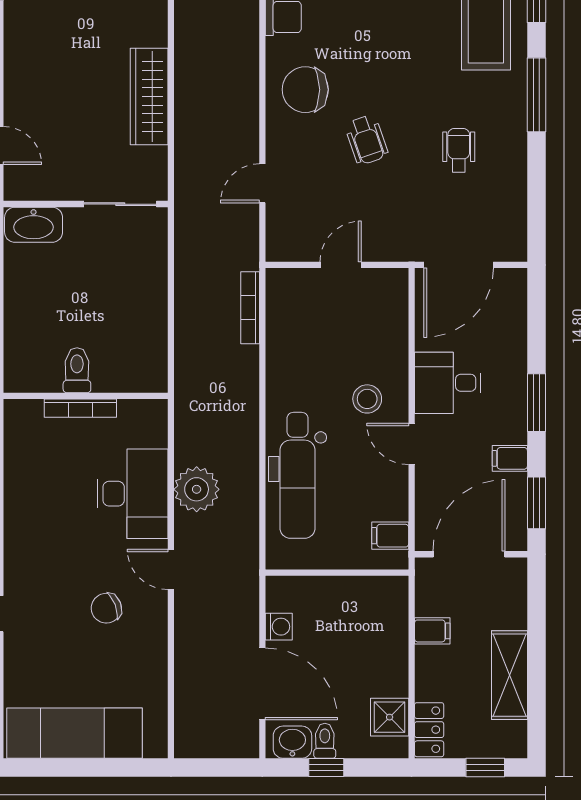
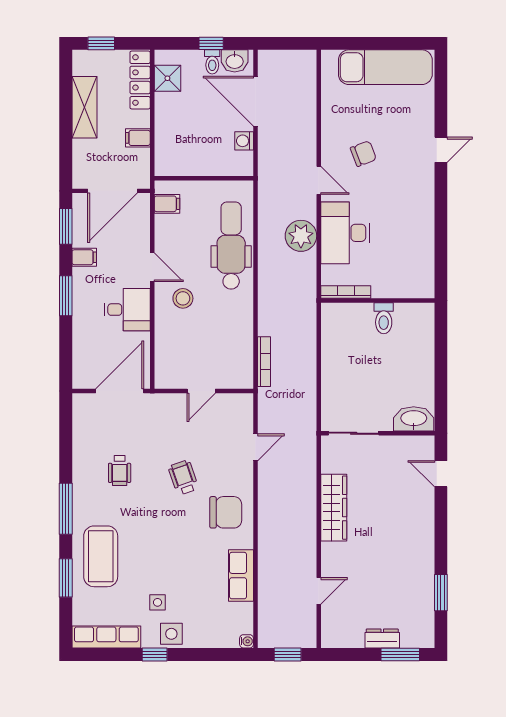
bookcase: (80, 408) -> (346, 292), moved
locker: (429, 730) -> (140, 80), width x1.53

